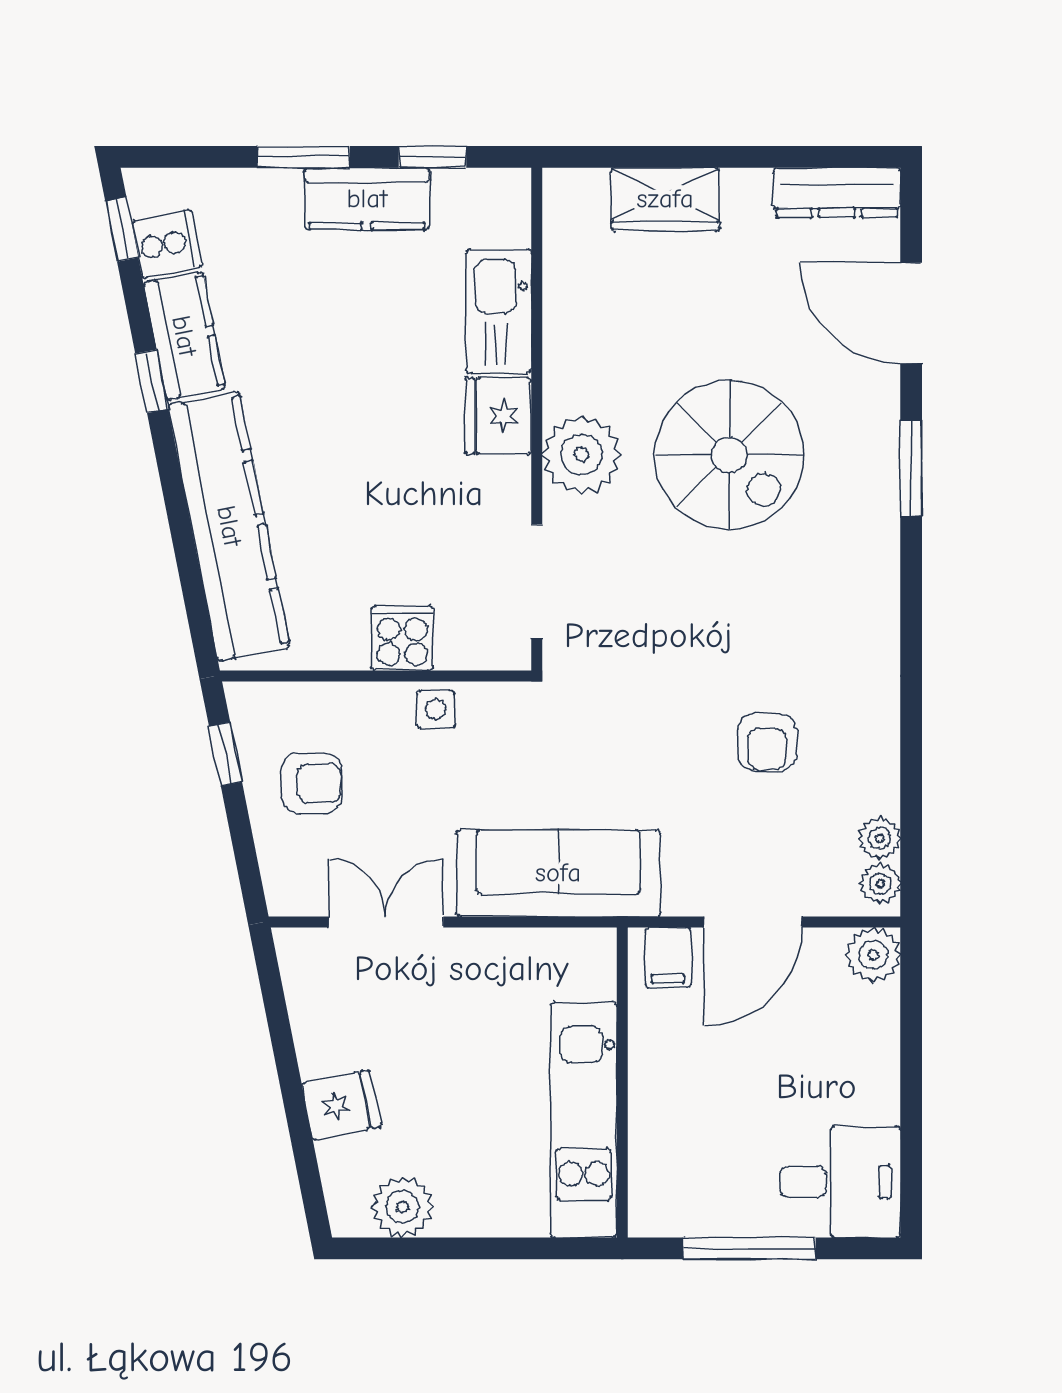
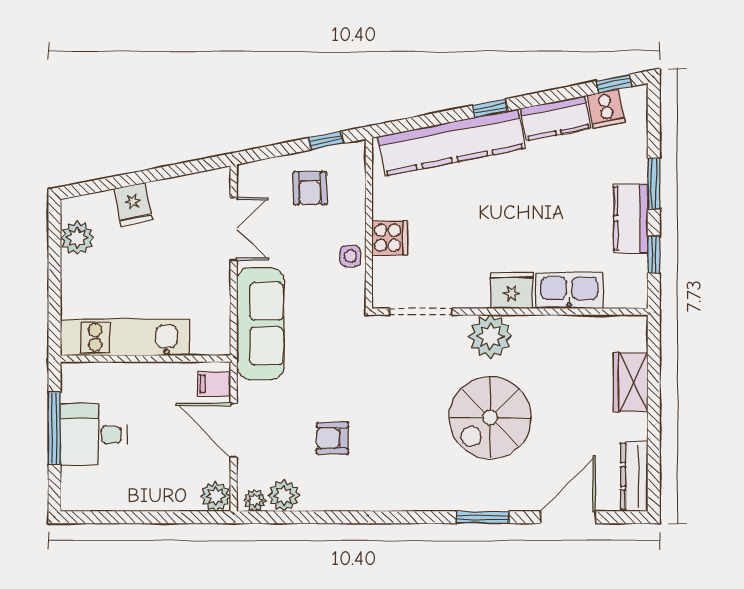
window: (152, 381) -> (490, 108), moved
plant: (880, 838) -> (284, 496), width x1.38, depth x1.38
desk: (840, 1182) -> (93, 435), moved, turned 90

